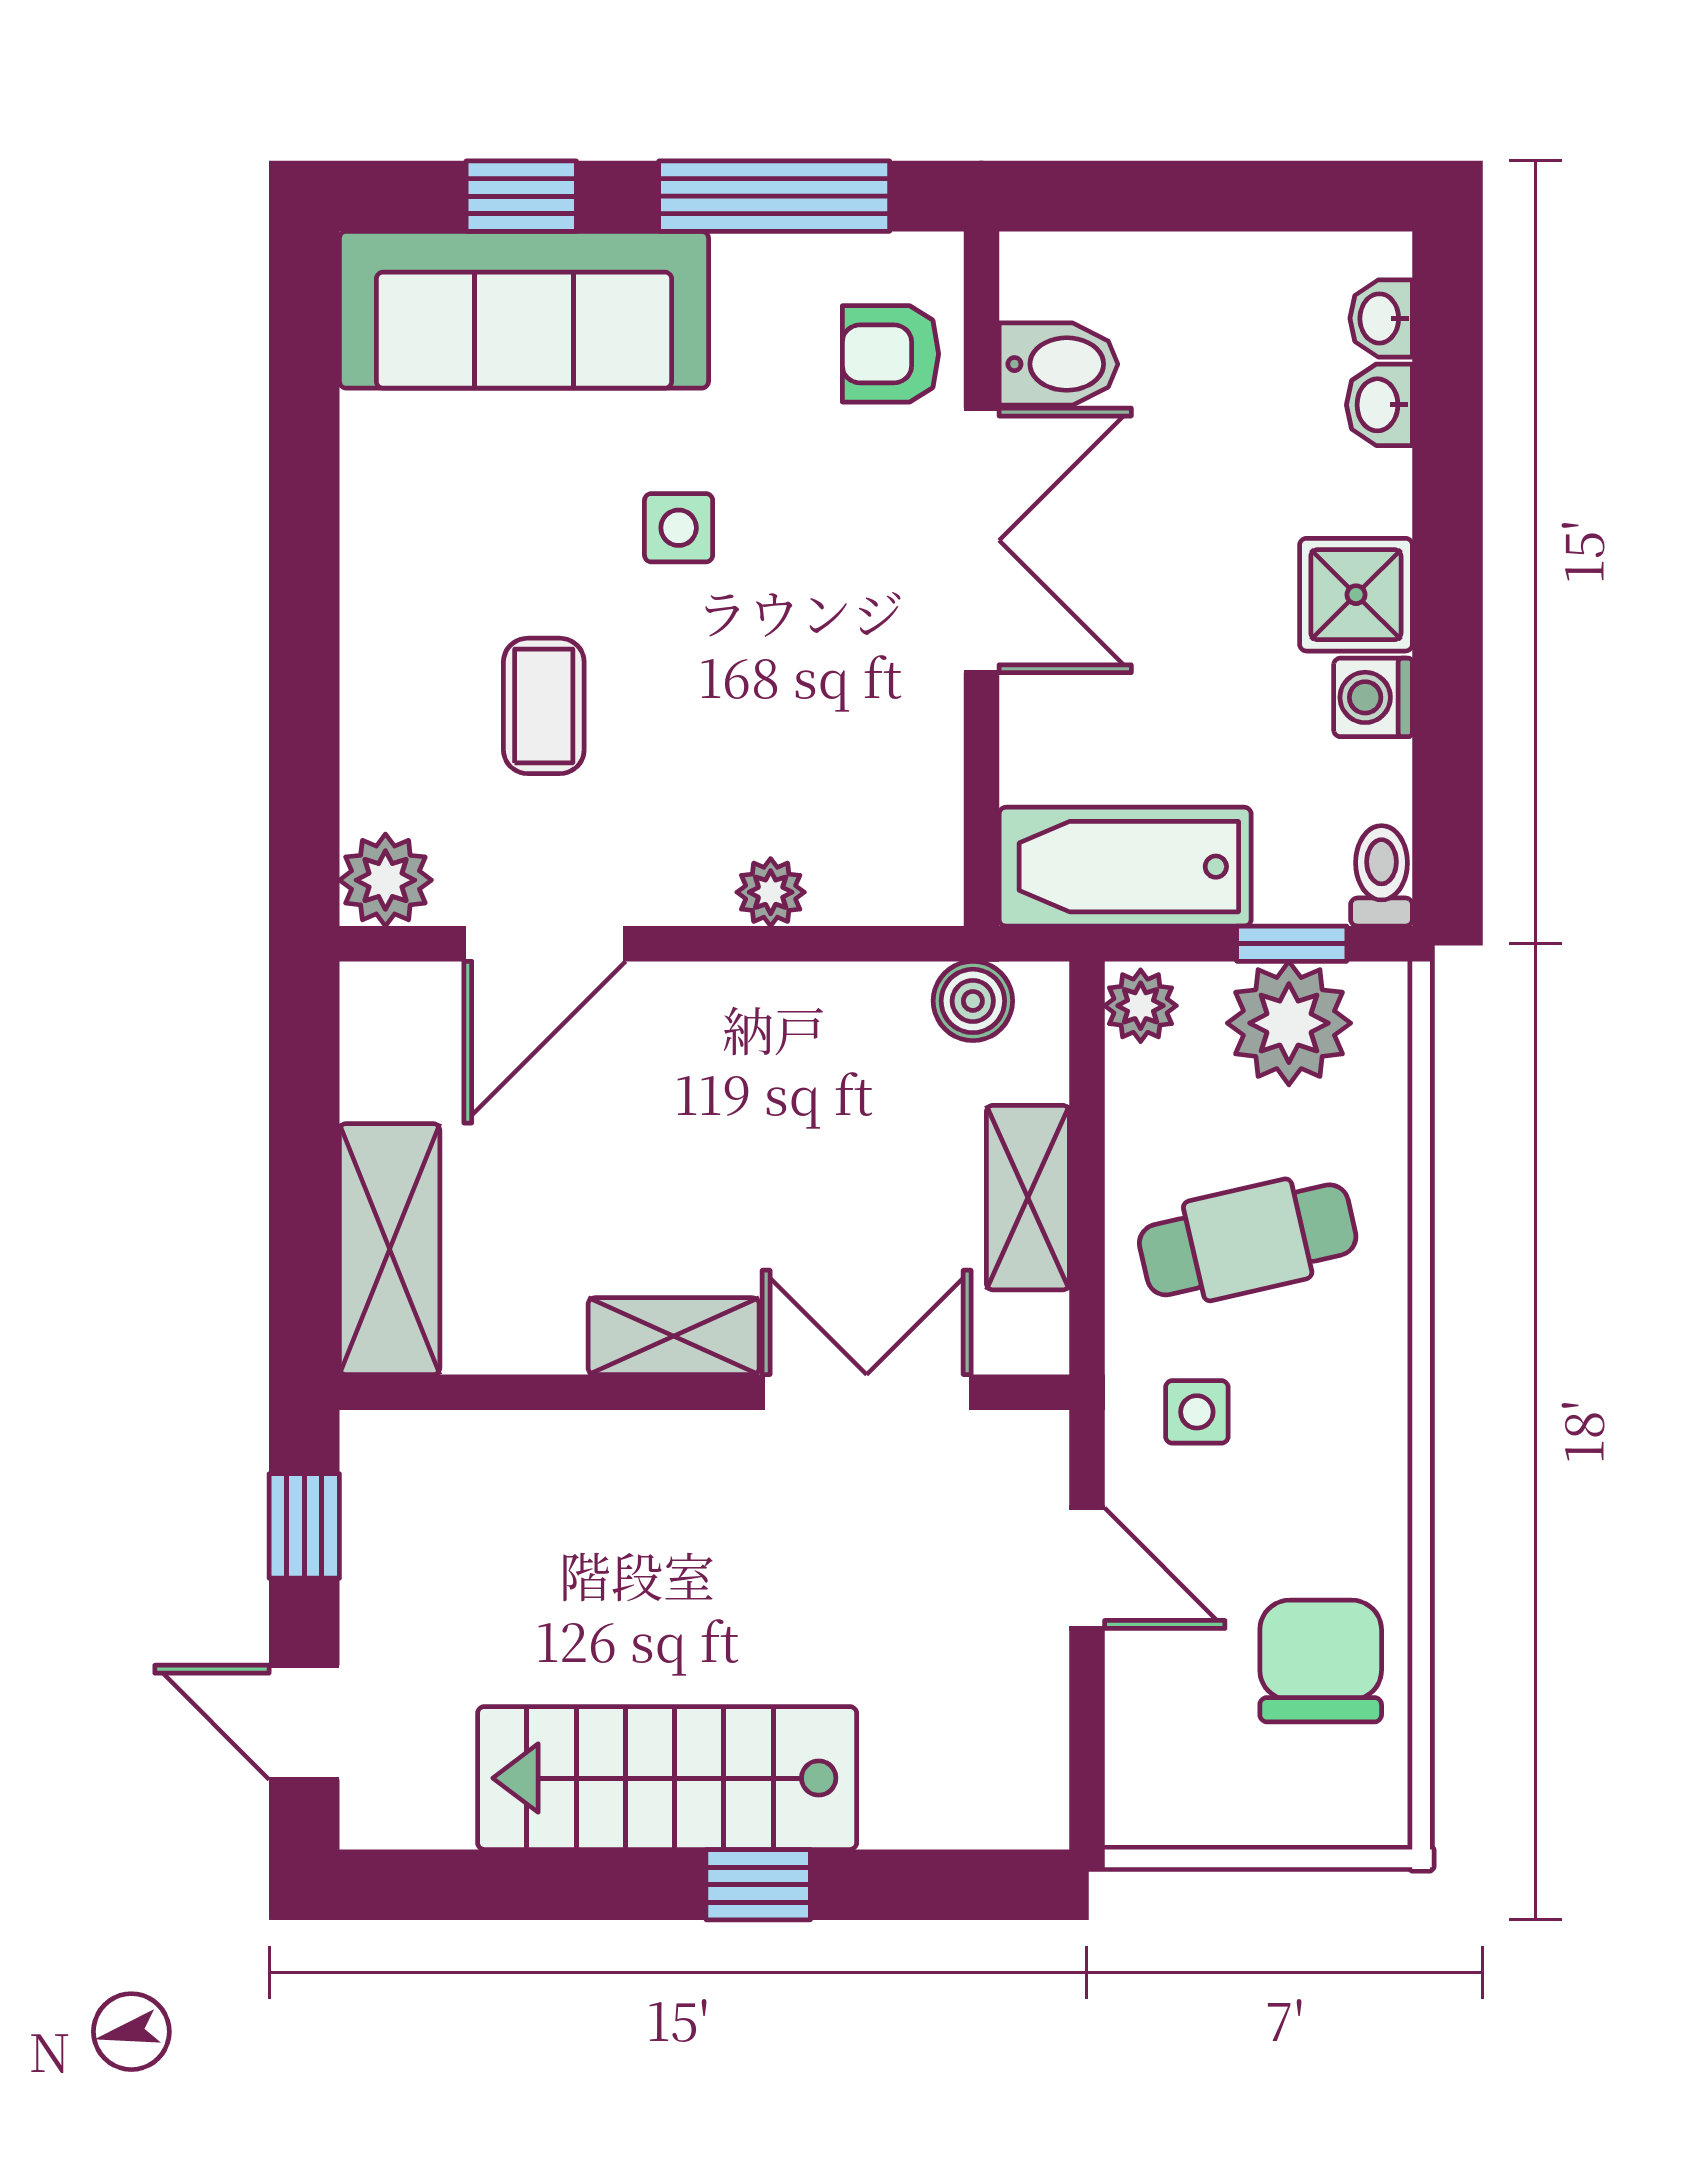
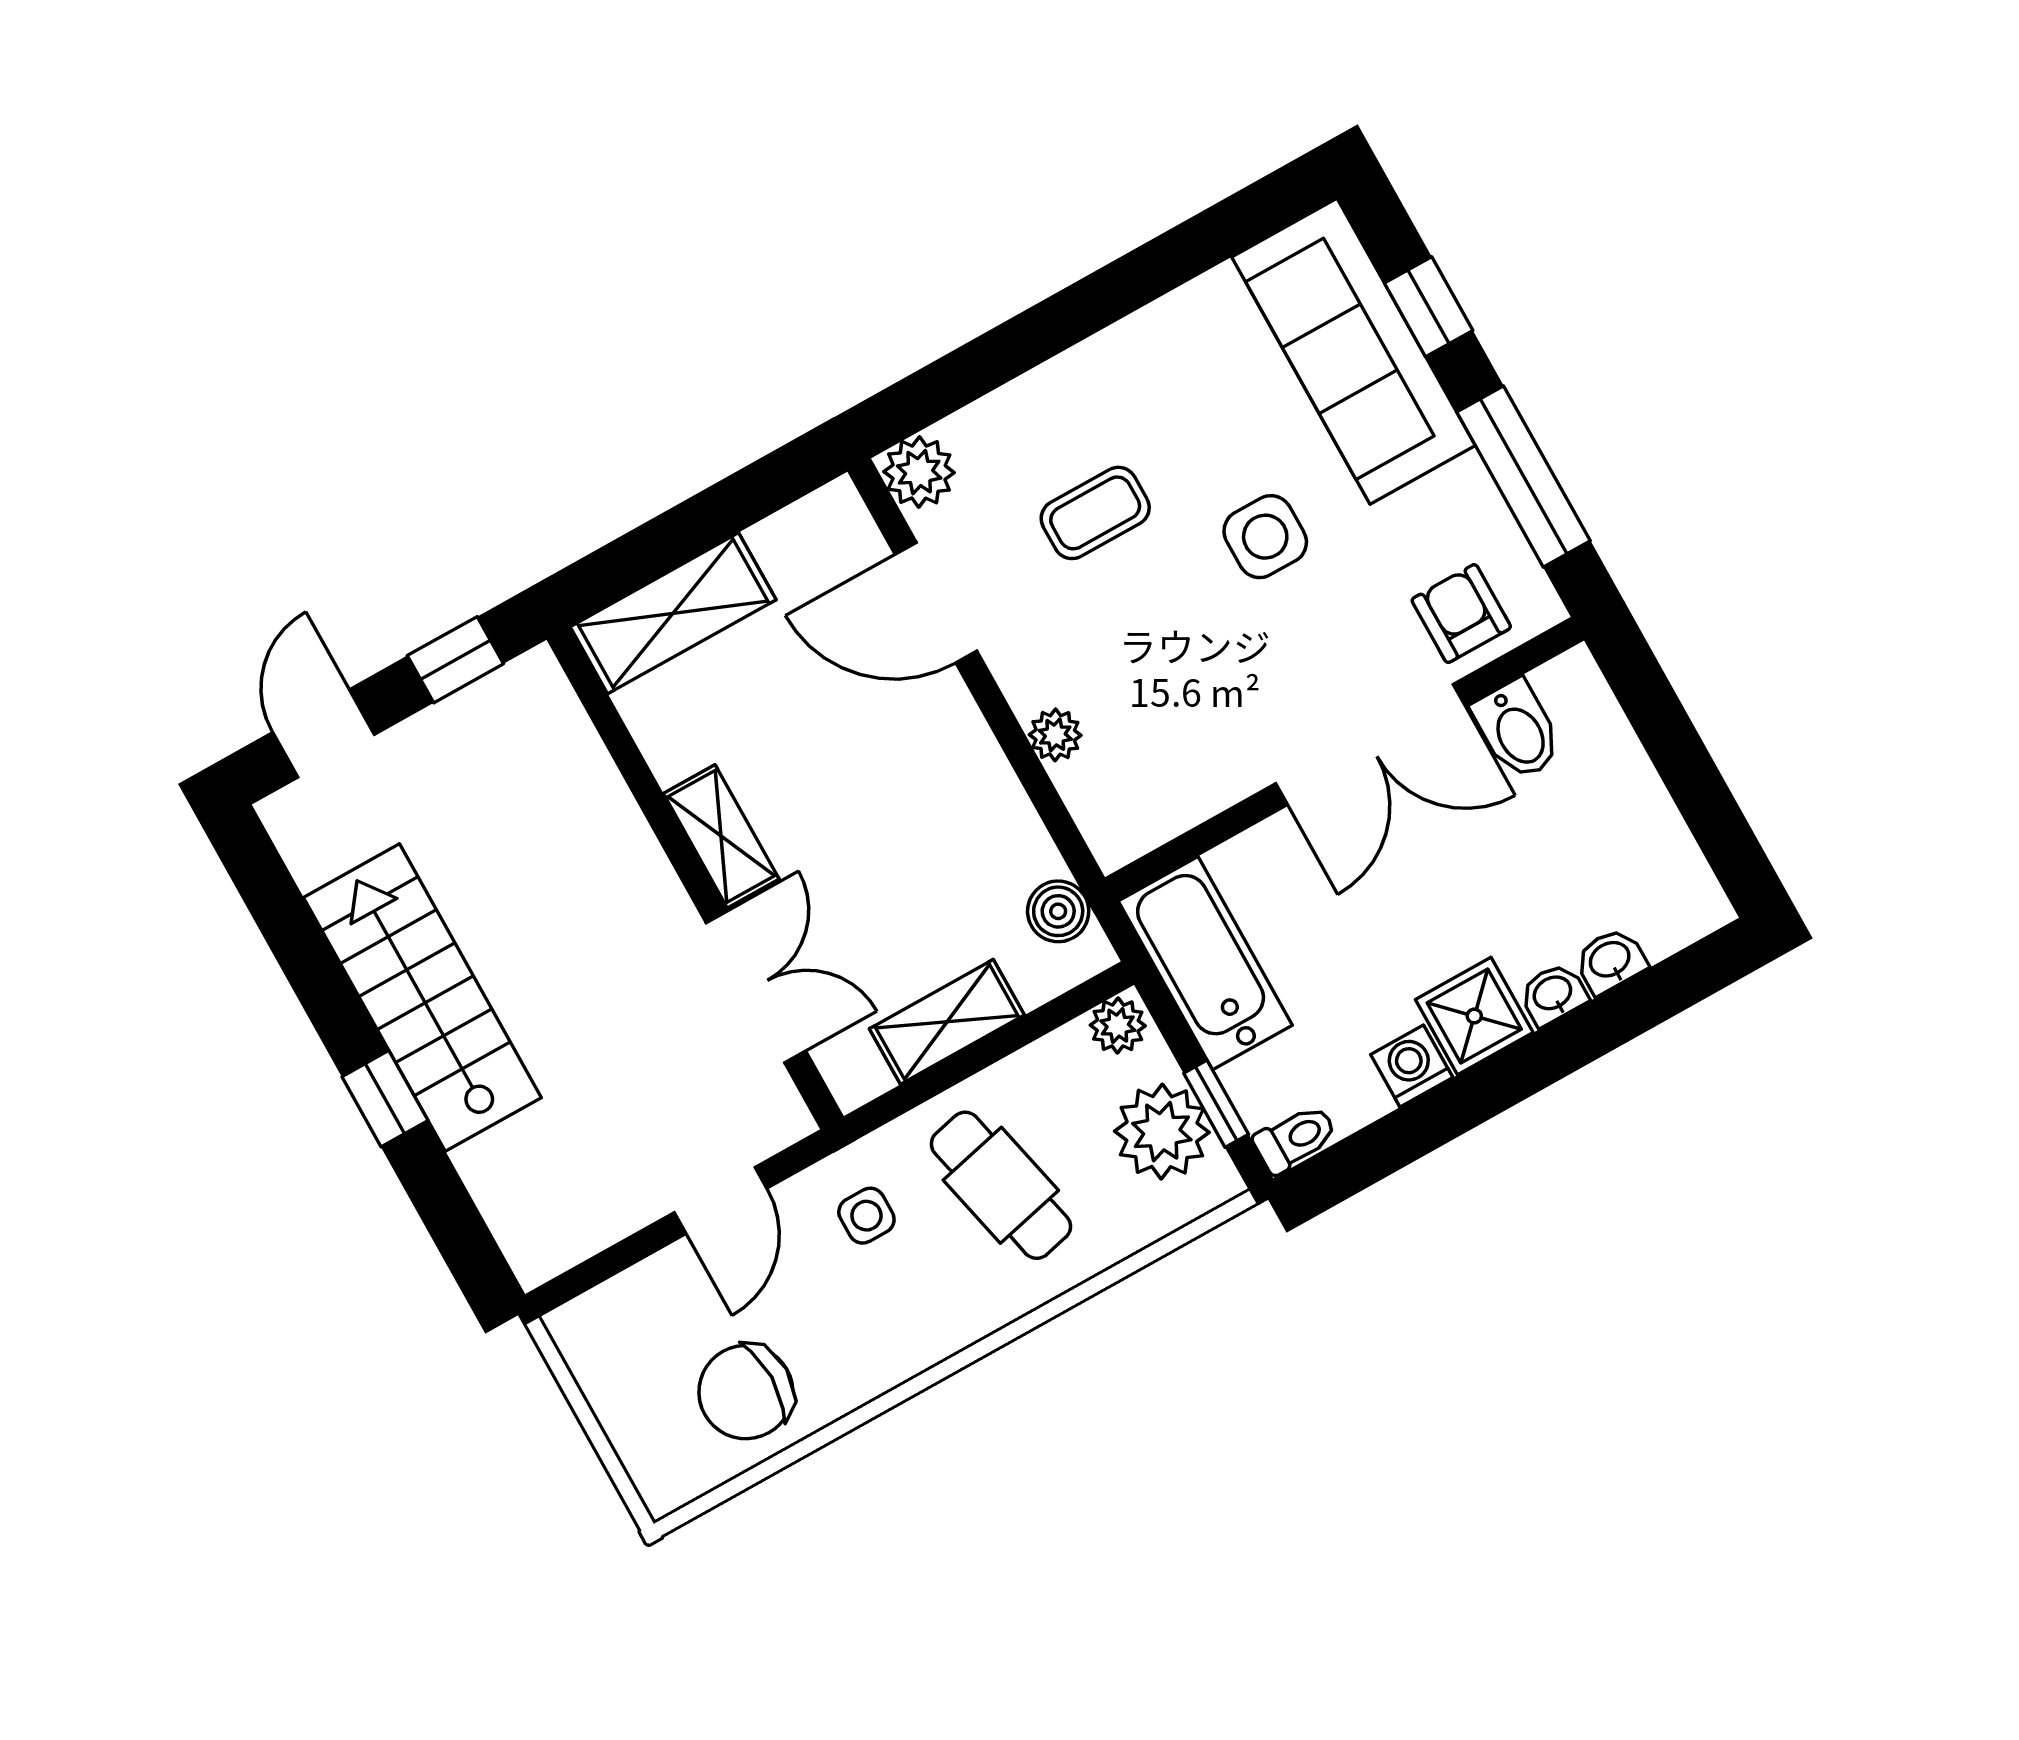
washbasin: (1381, 318) -> (1553, 994), moved
side table: (679, 528) -> (1265, 537), width x1.37, depth x1.37
chair: (1321, 1661) -> (746, 1392), turned 180

